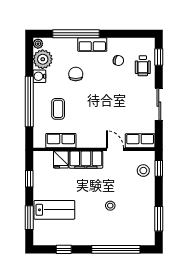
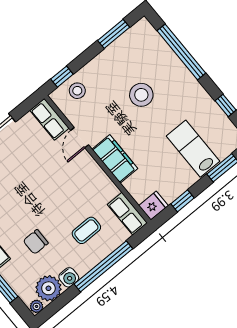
row of seats: (61, 141) -> (127, 214), moved
fridge: (61, 160) -> (153, 206), moved
stool: (110, 206) -> (141, 95), width x1.89, depth x1.89

